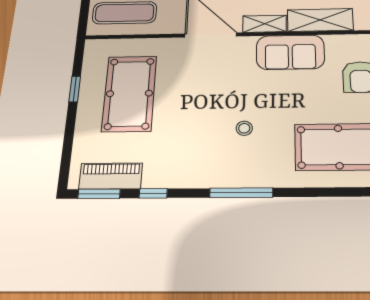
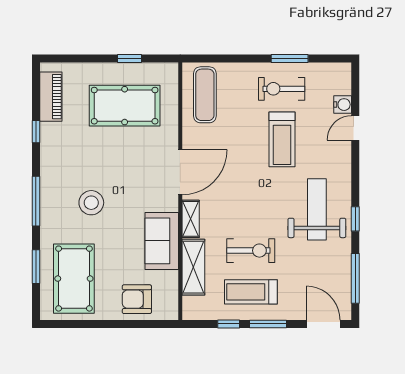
stool: (244, 128) -> (91, 203), width x1.89, depth x1.89
window: (99, 194) -> (36, 267), moved

